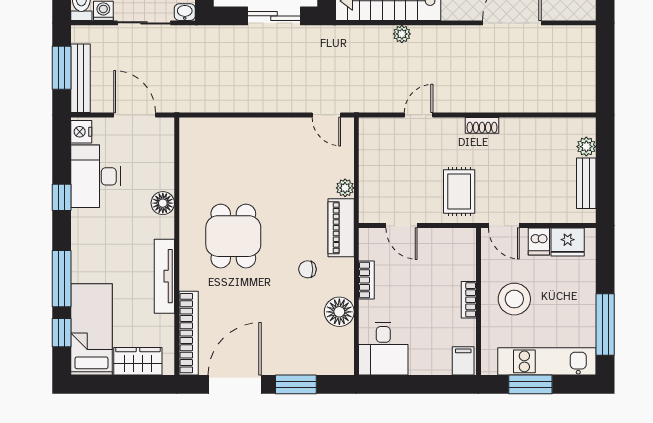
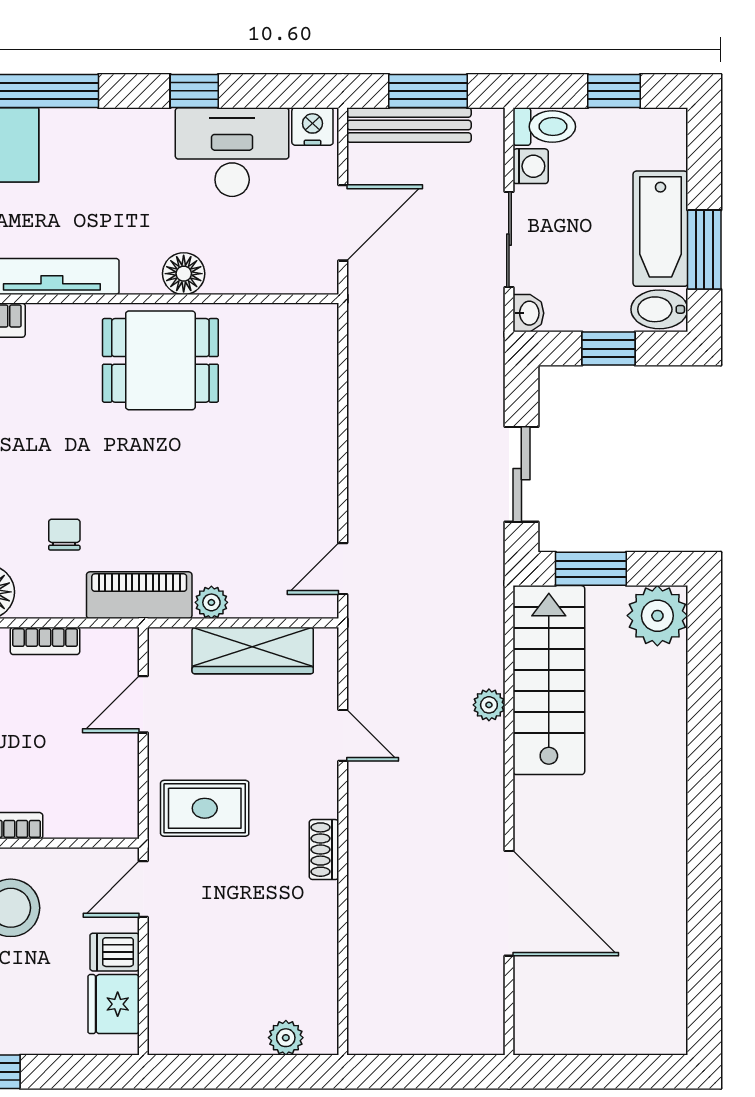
wardrobe: (372, 165) -> (253, 650), added
bench: (586, 183) -> (219, 1038), removed
dining table: (233, 236) -> (160, 360), moved

